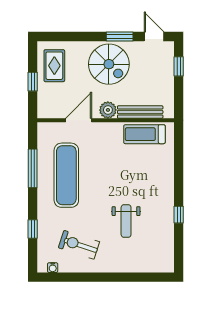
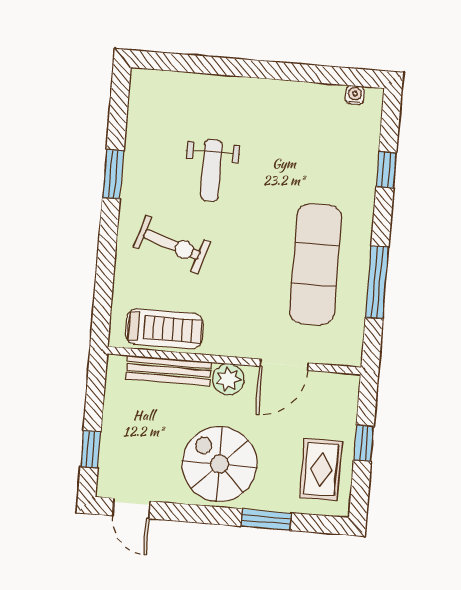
window: (120, 36) -> (266, 520), moved
window: (179, 215) -> (113, 174), width x1.50
weight bench: (126, 221) -> (212, 170), turned 180
exercise bike: (79, 245) -> (172, 244), moved

